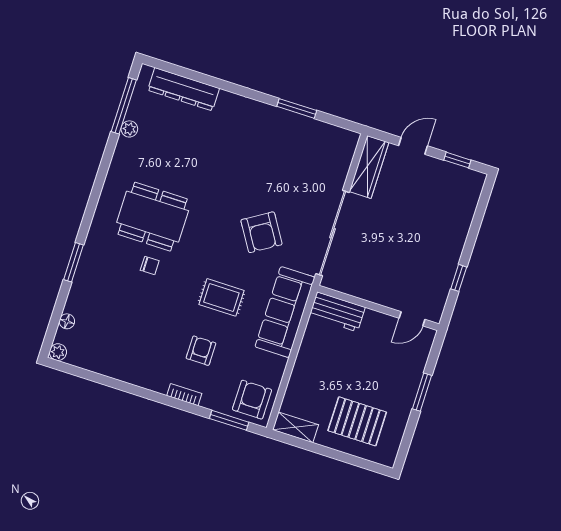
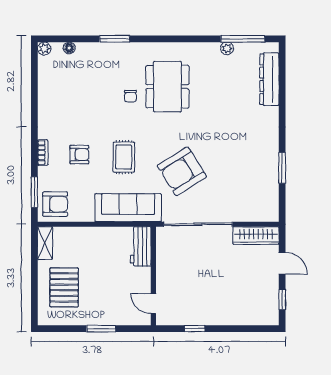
armchair: (261, 232) -> (182, 171), width x1.36, depth x1.36

